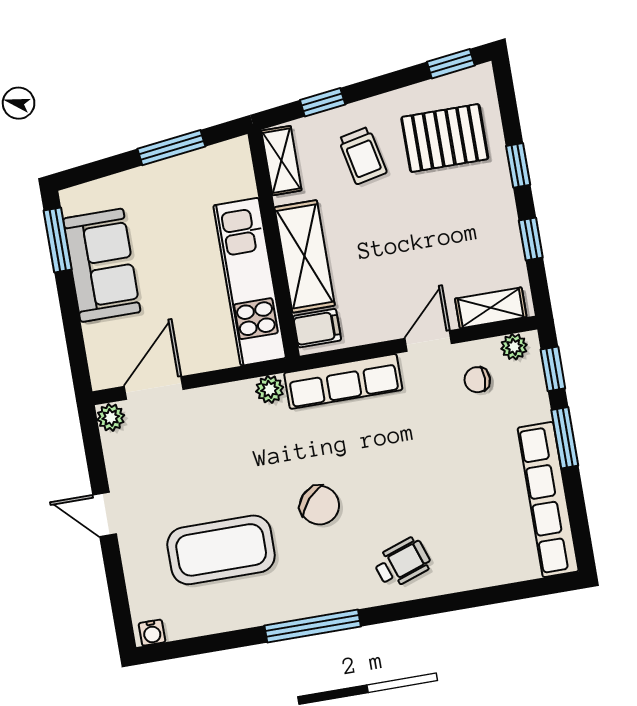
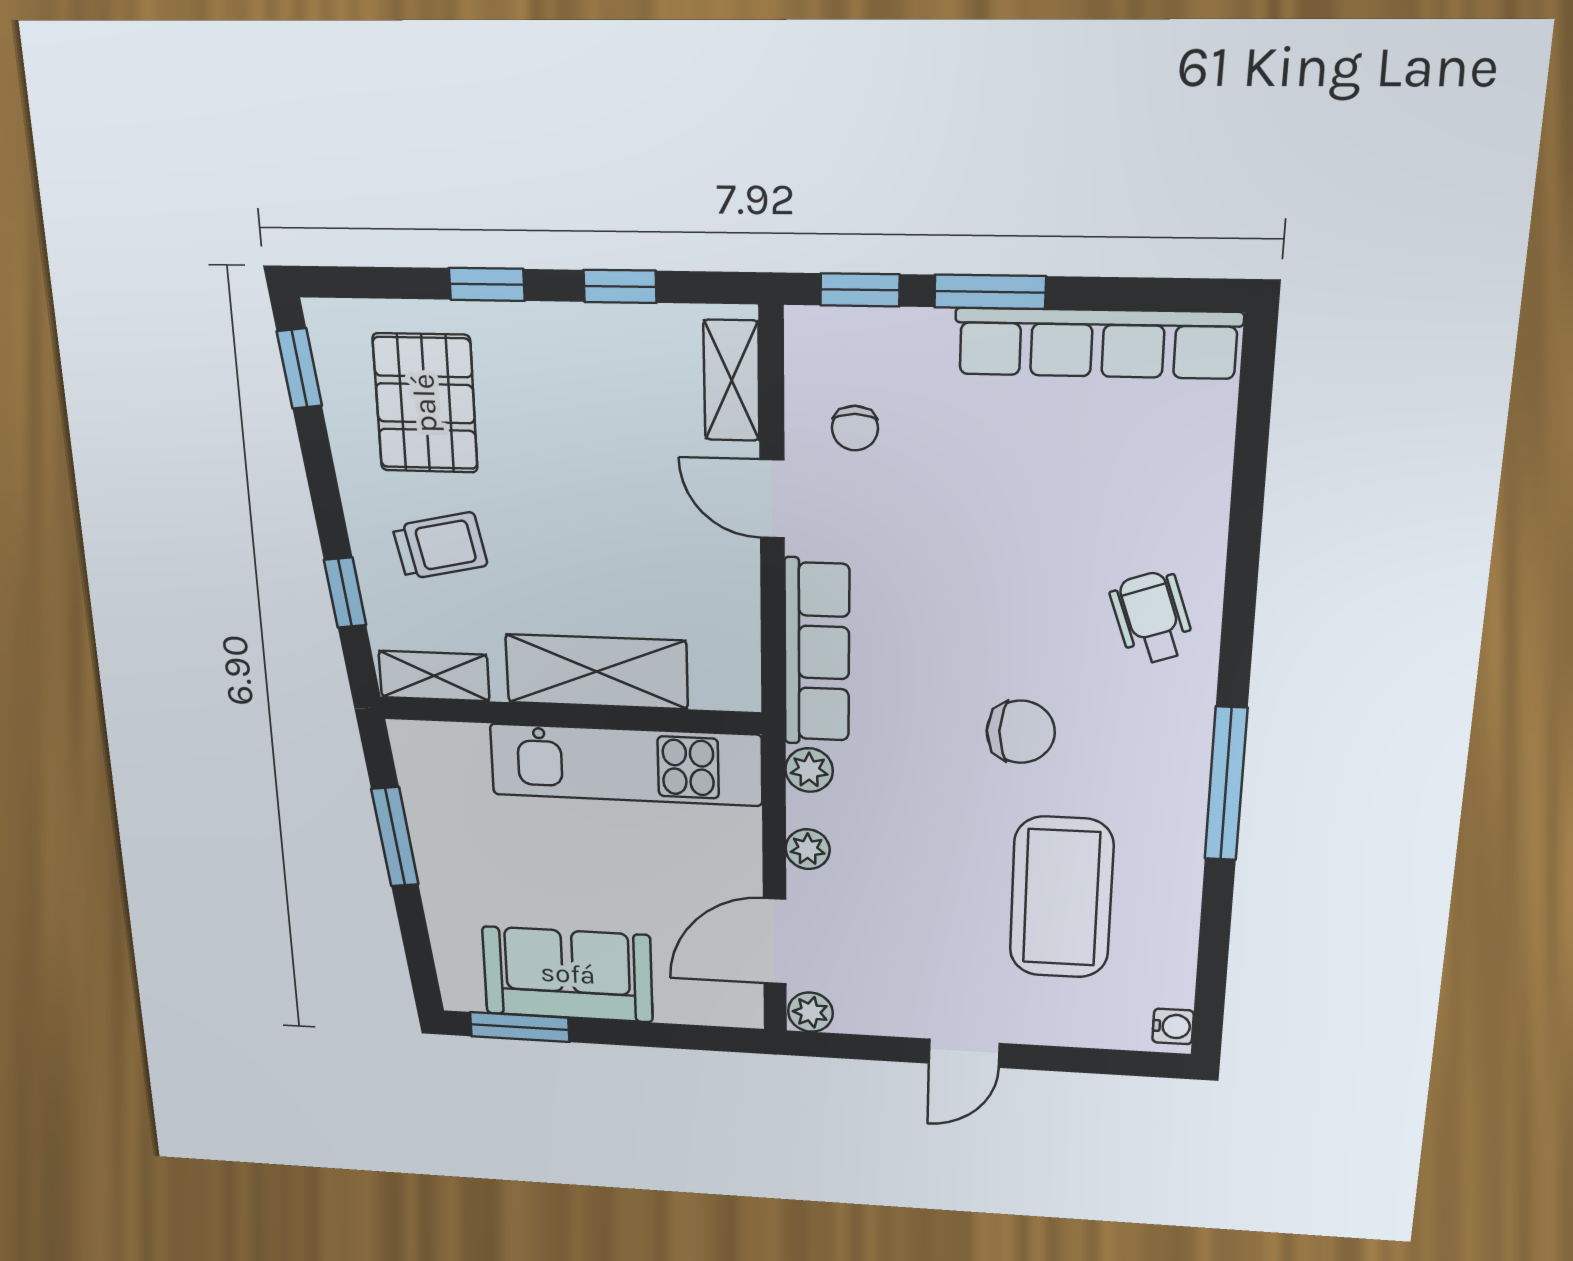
filing cabinet: (317, 328) -> (719, 676), removed
plant: (514, 347) -> (808, 849), moved
door: (154, 388) -> (775, 941), hinge flipped
chair: (320, 505) -> (1021, 732), turned 48

